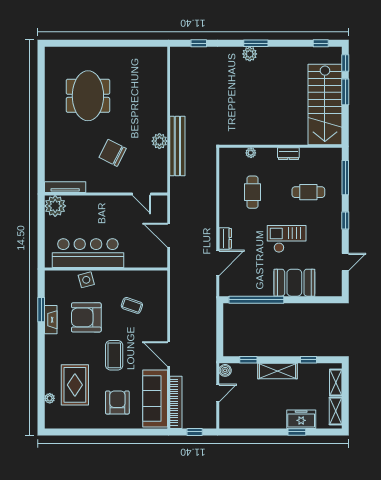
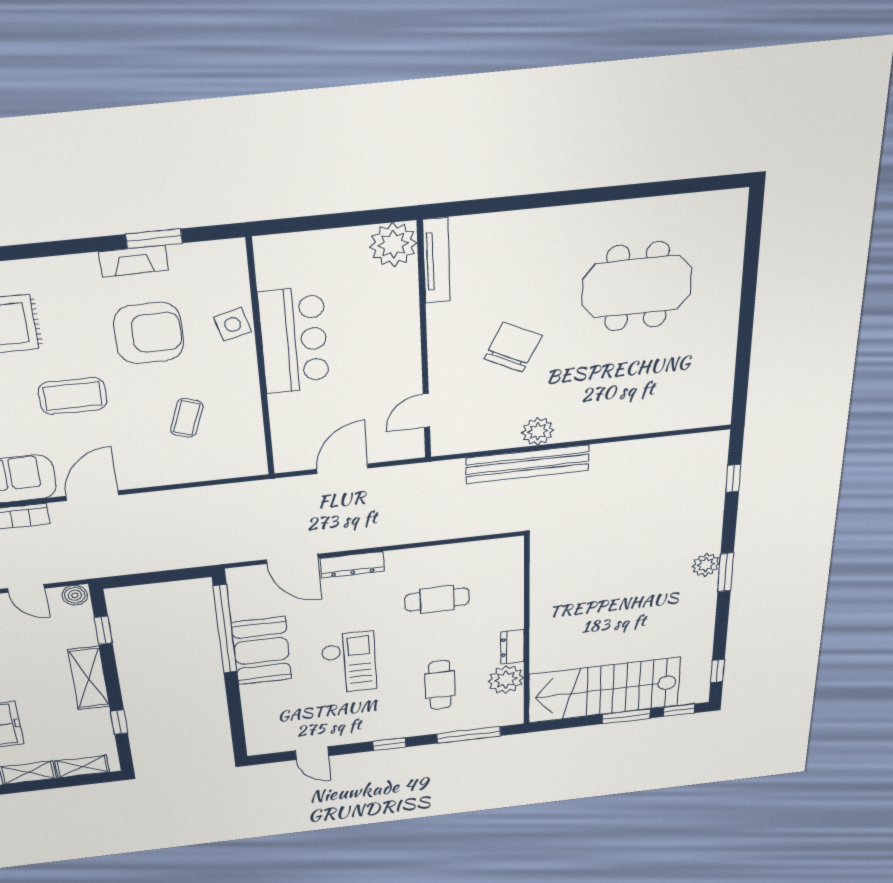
plant: (251, 153) -> (506, 680), moved, width x1.88, depth x1.88
dresser: (225, 238) -> (352, 565), width x1.44
bar counter: (88, 253) -> (294, 340), width x0.73
booth: (294, 283) -> (262, 651), moved
armchair: (86, 317) -> (149, 333), turned 90

